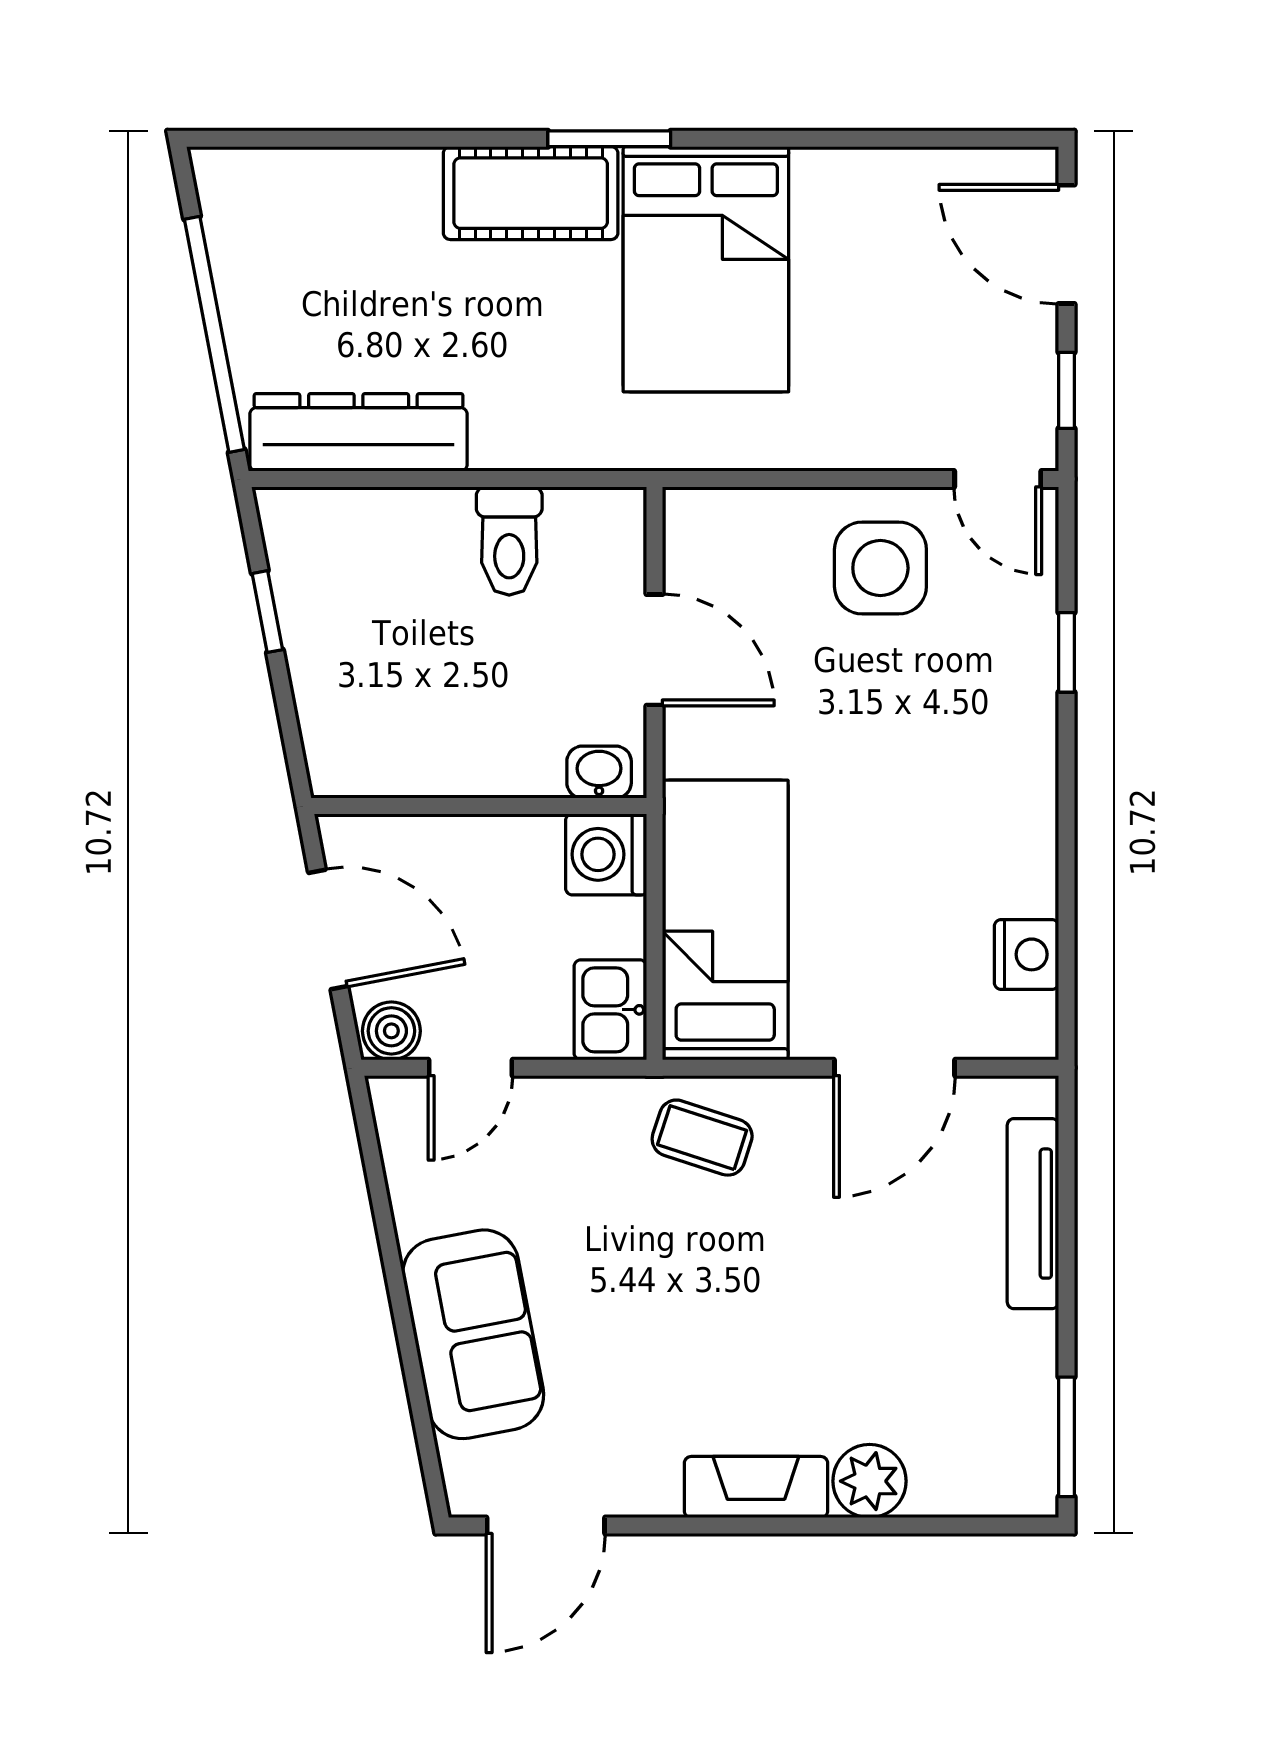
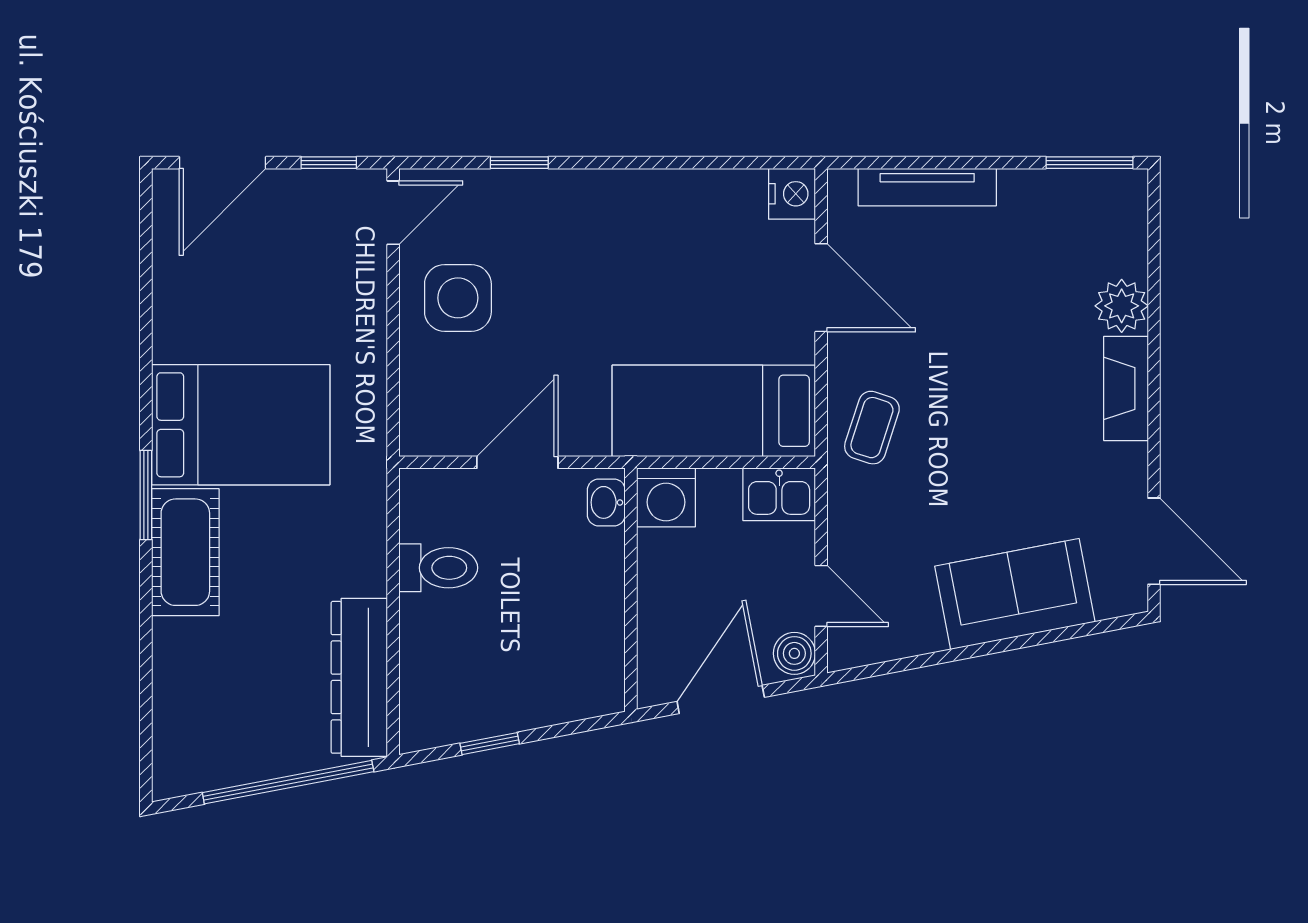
nightstand: (1026, 954) -> (792, 194), moved, turned 90

